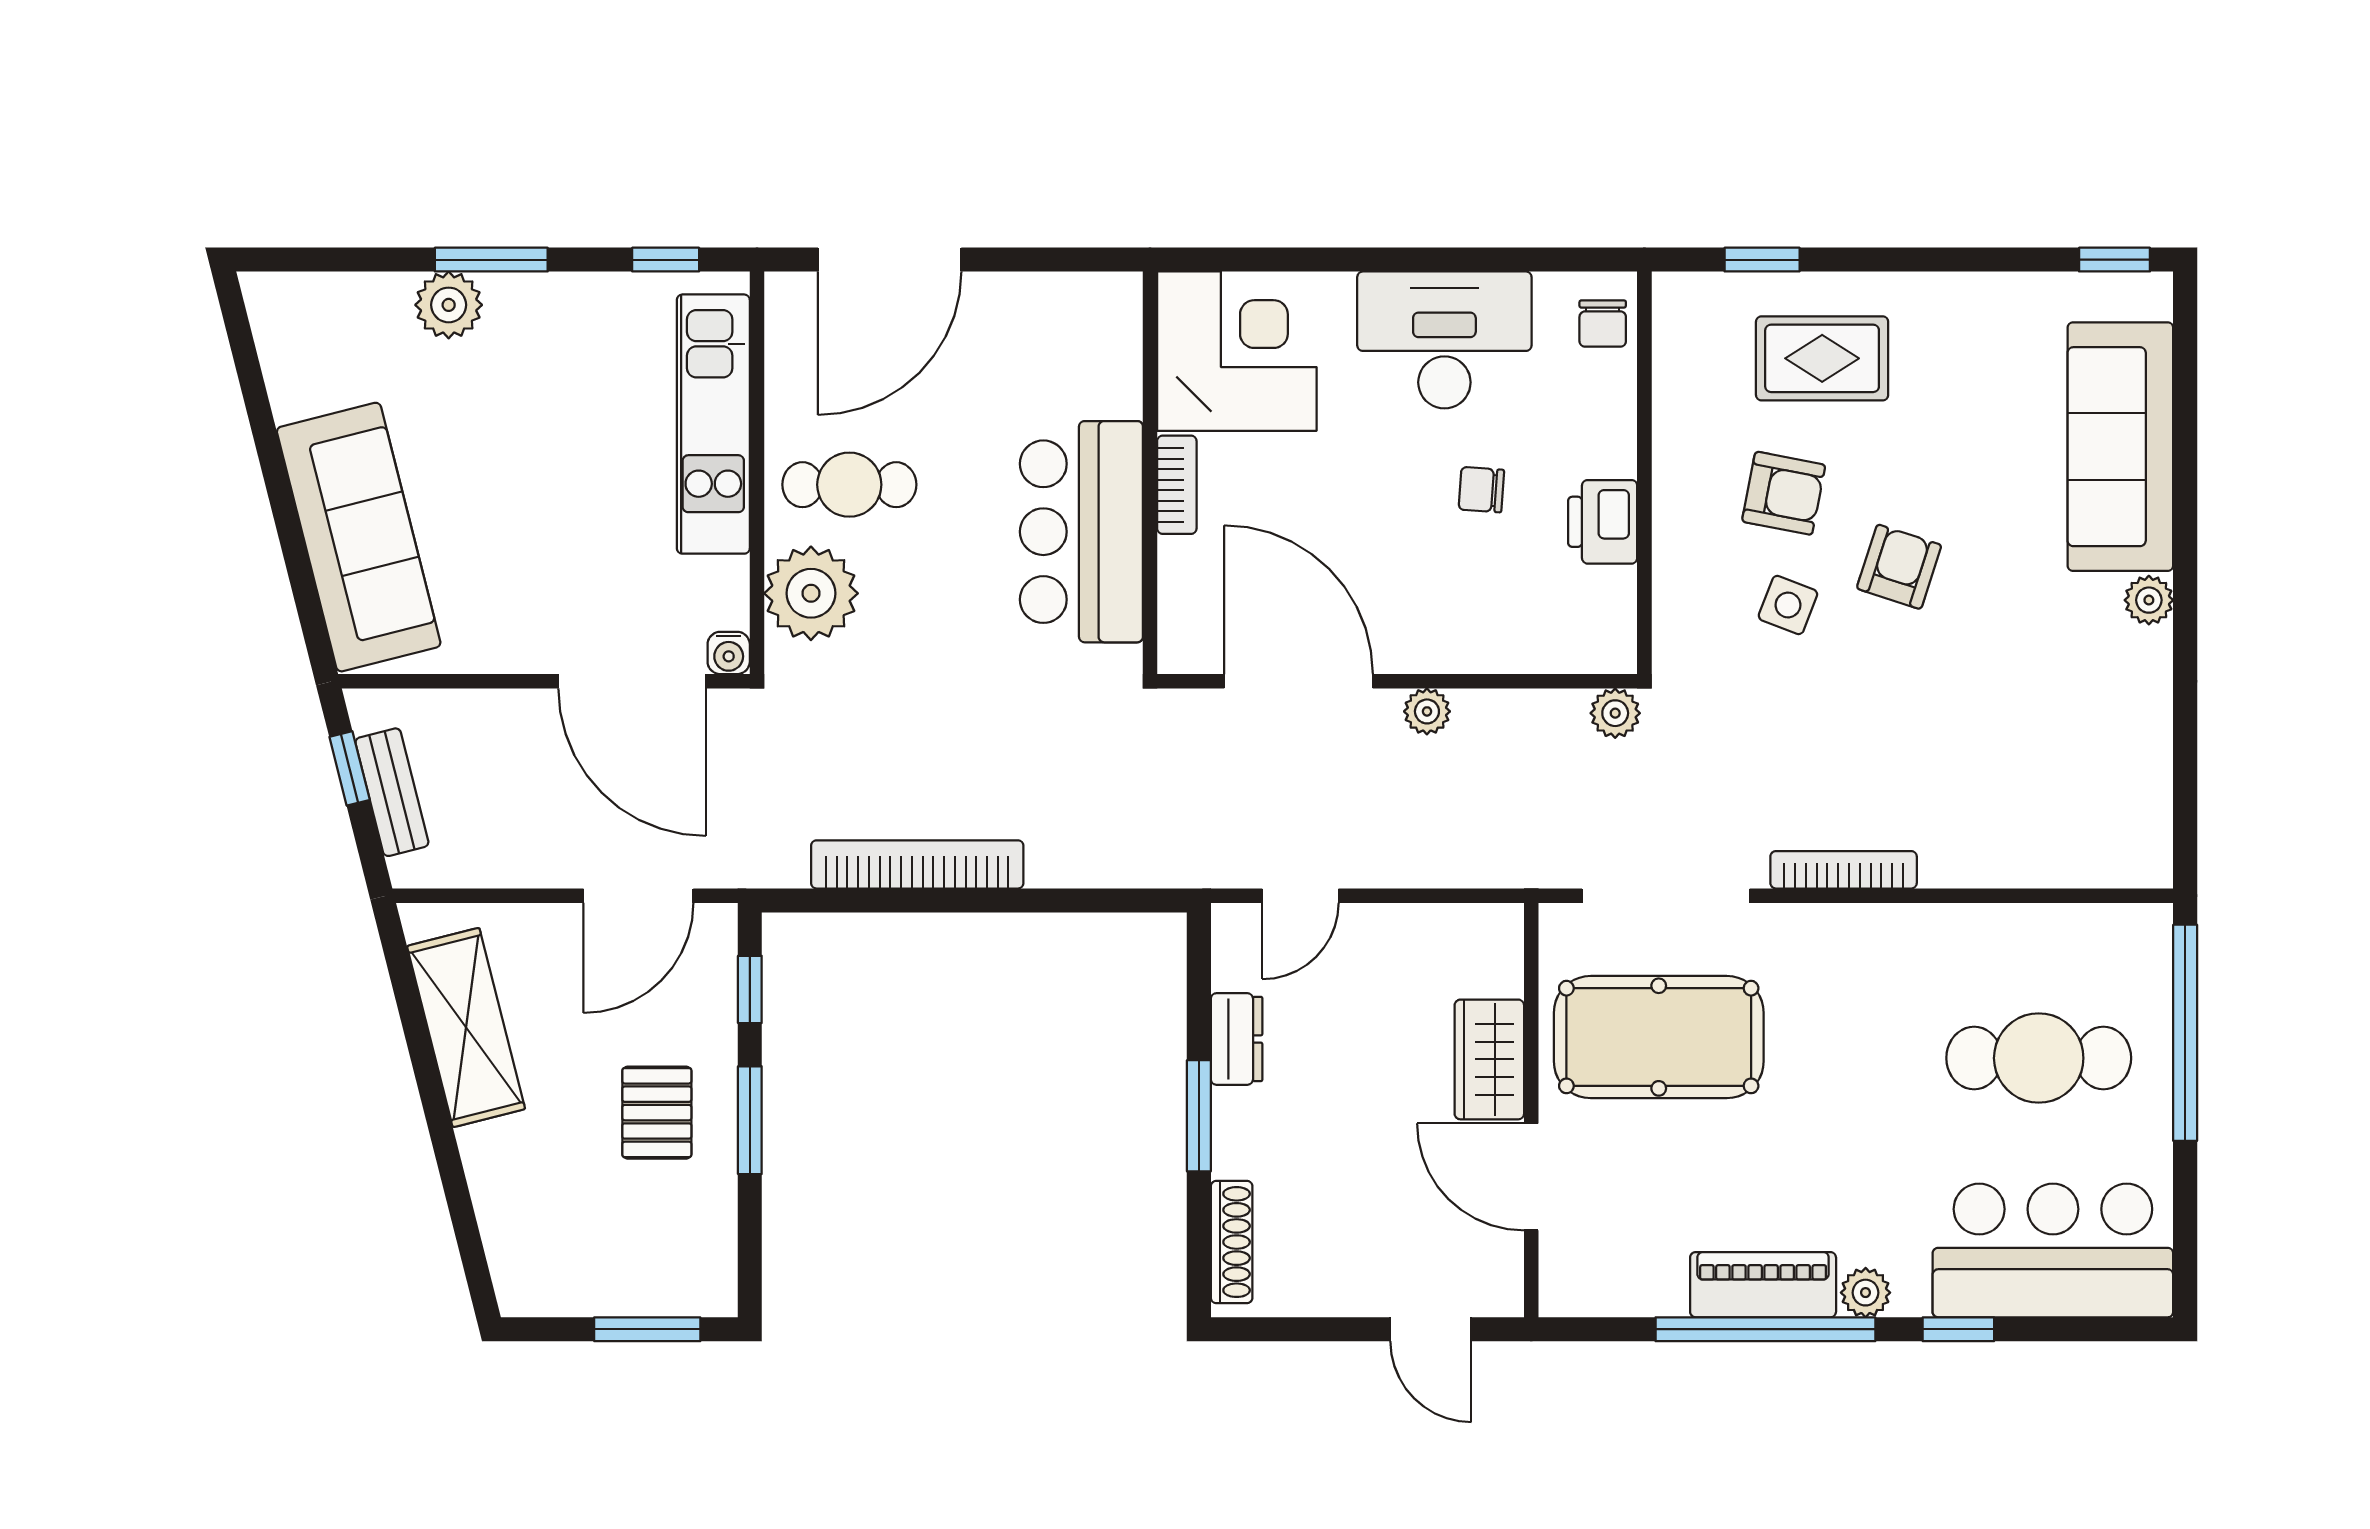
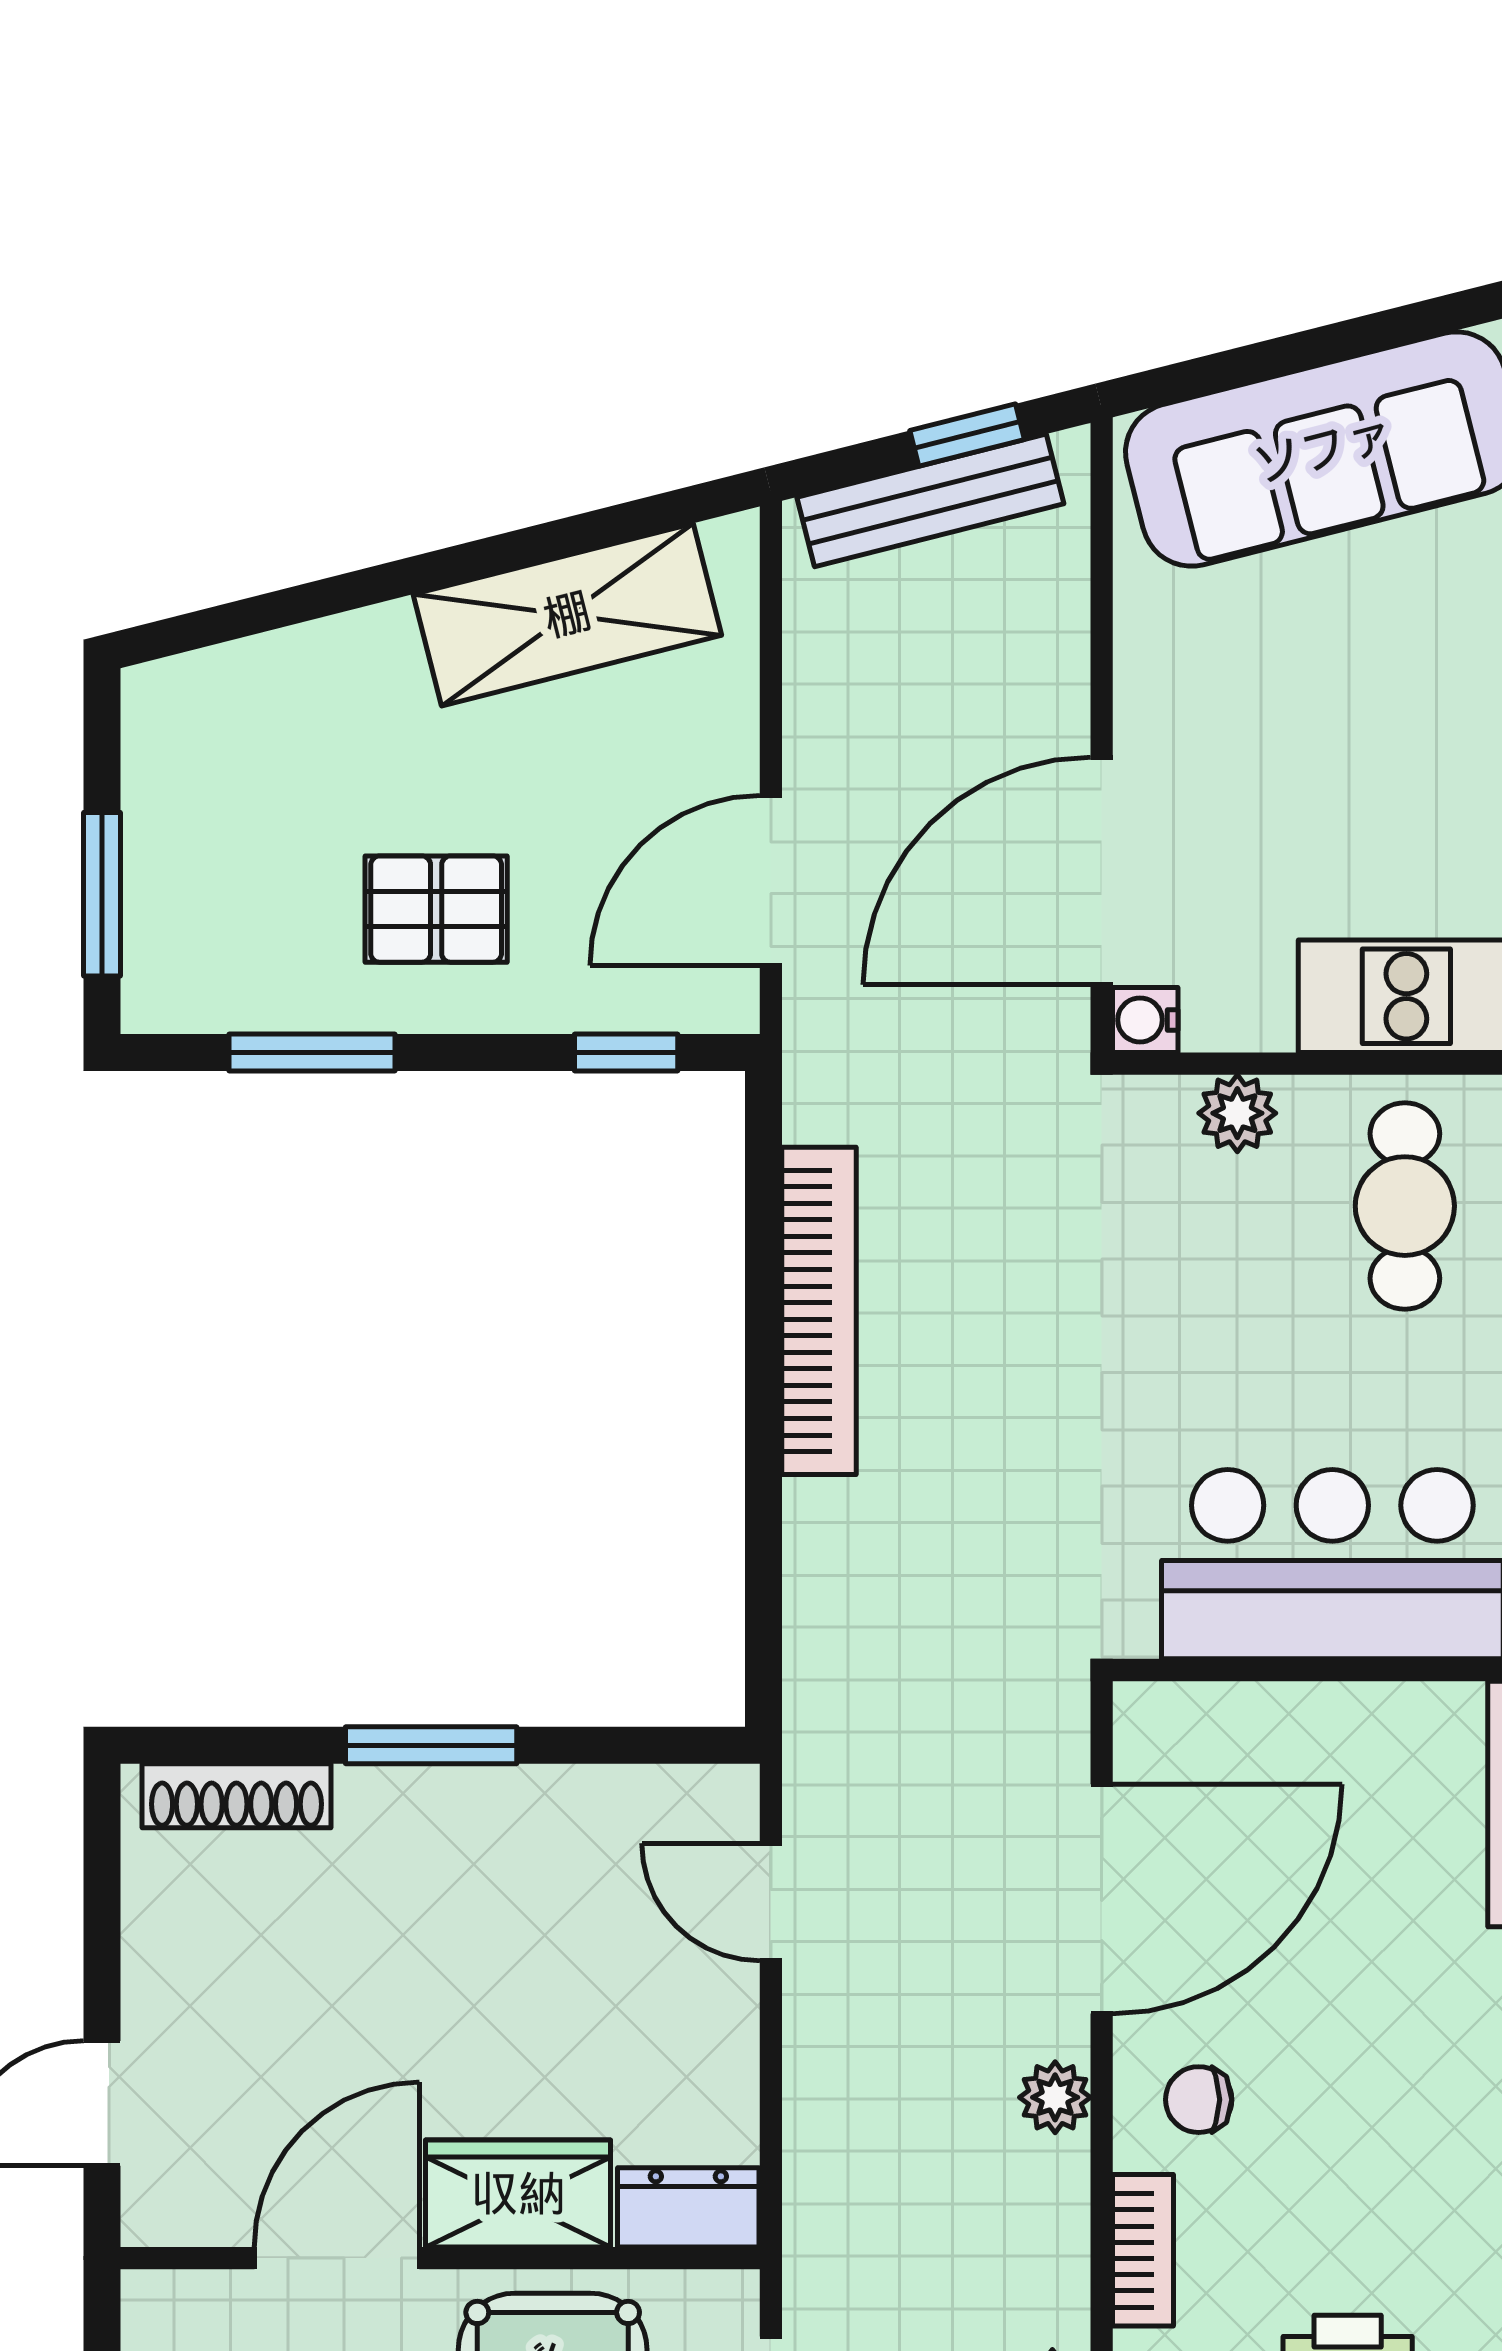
bookcase: (1177, 485) -> (1143, 2250), moved, turned -90
chair: (1481, 490) -> (1199, 2100), moved, turned -94
plant: (811, 593) -> (1237, 1113), width x0.53, depth x0.53
bench: (392, 792) -> (930, 500), width x1.36
door: (638, 896) -> (771, 881), hinge flipped
dresser: (1237, 1039) -> (688, 2207), moved, turned 180
window: (750, 1120) -> (312, 1053), moved

